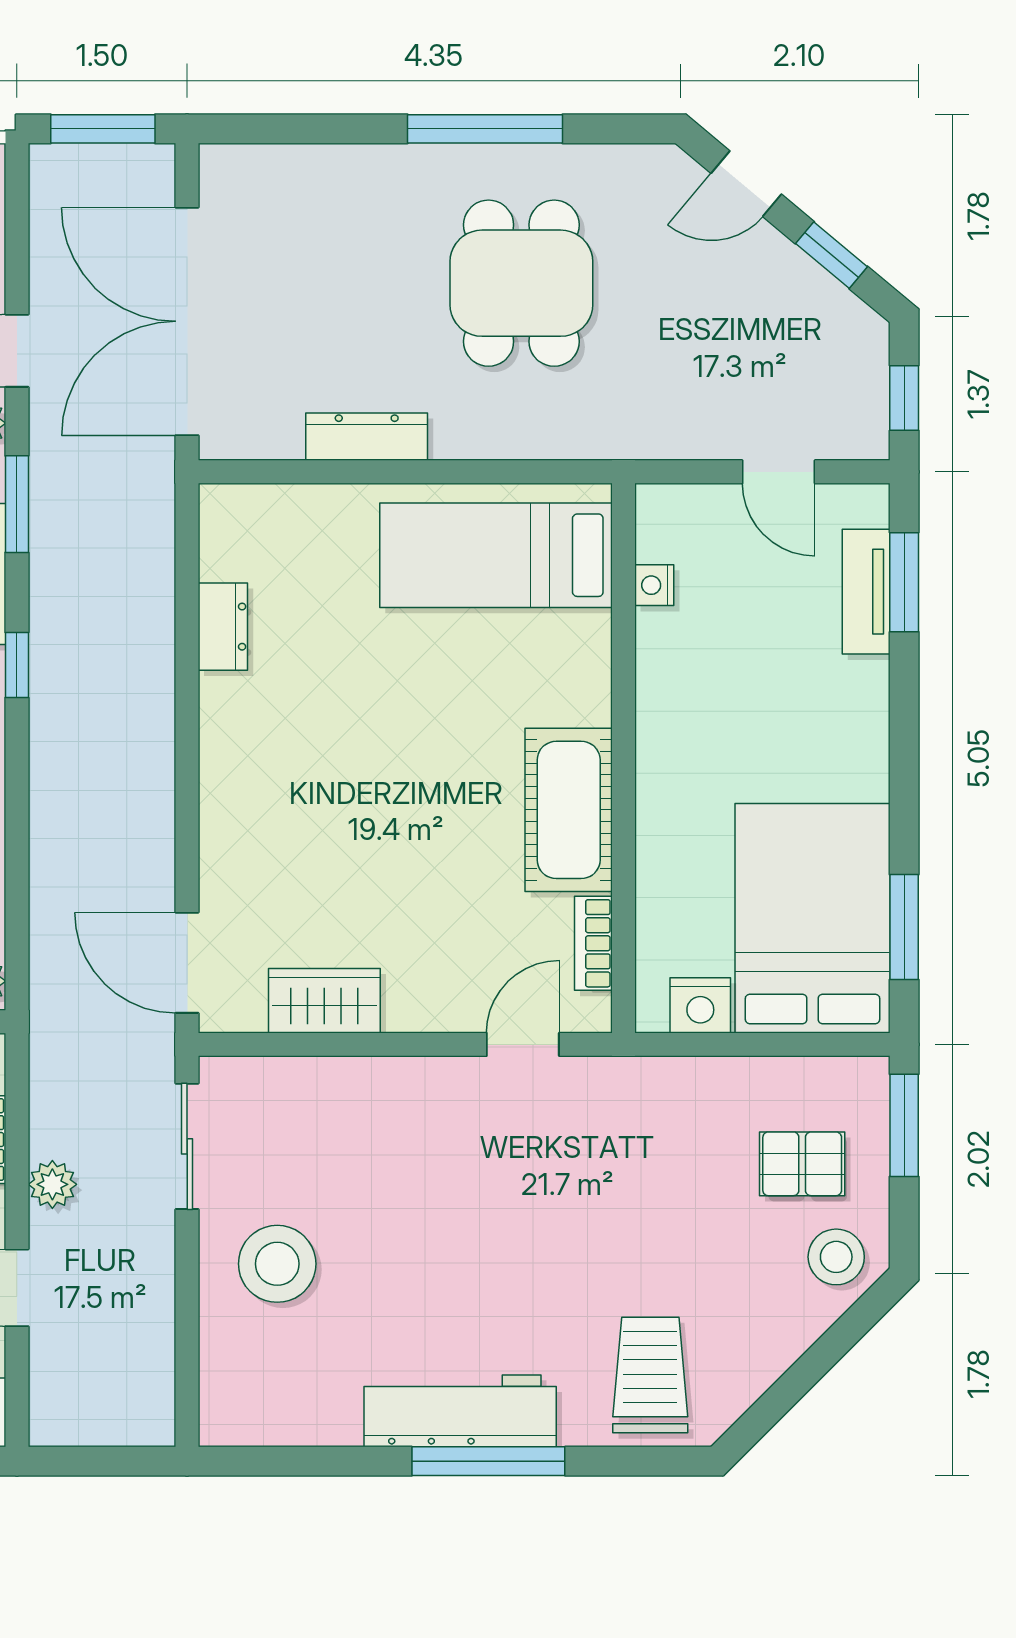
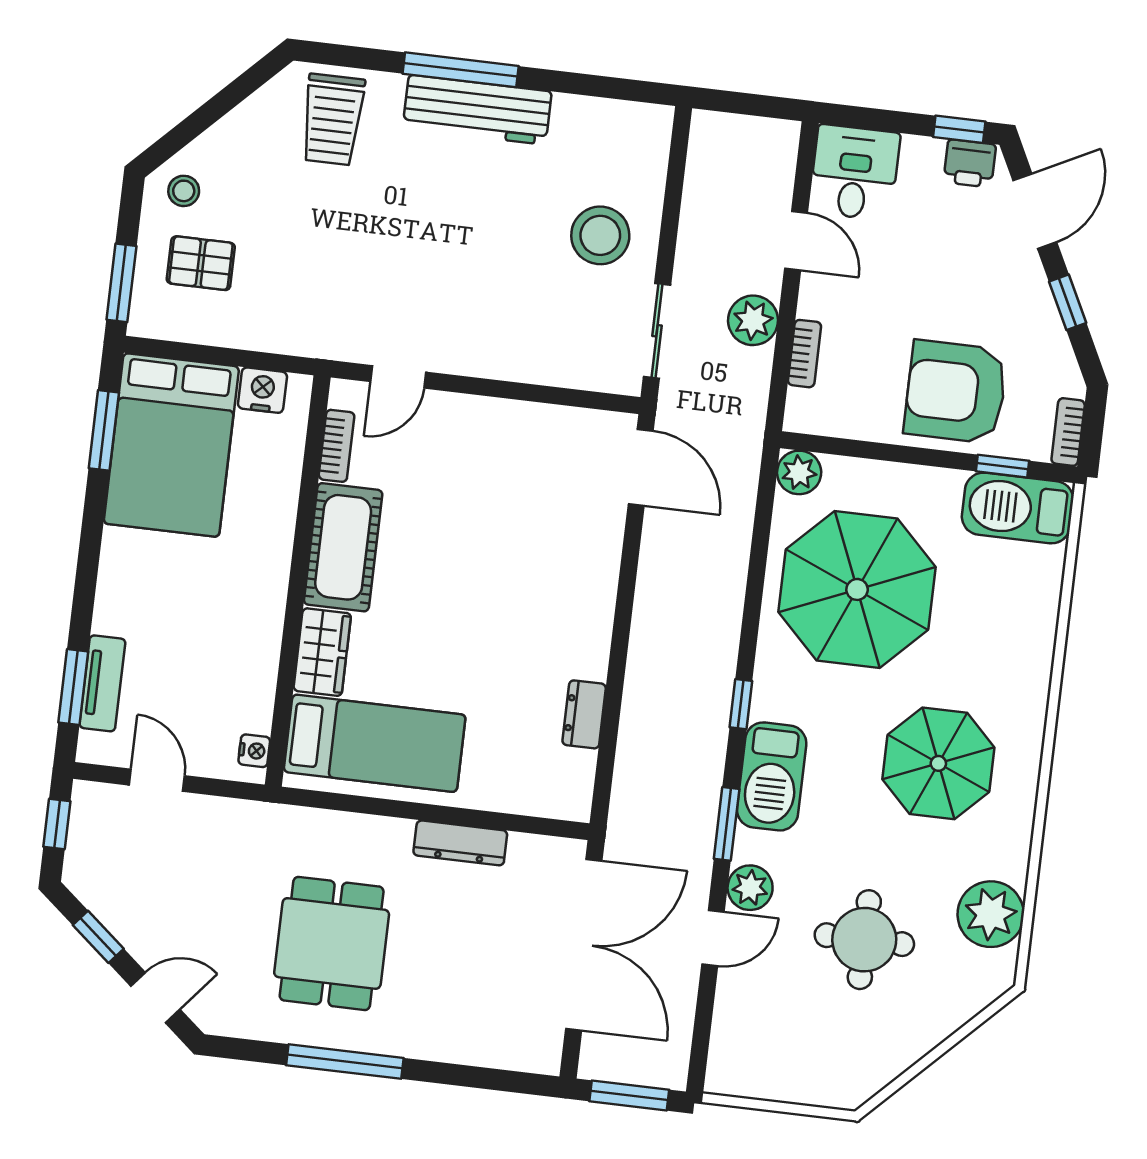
nightstand: (654, 585) -> (254, 751), moved
wardrobe: (324, 1001) -> (322, 652), moved, turned -90
plant: (52, 1184) -> (753, 320), width x1.38, depth x1.38
stool: (836, 1257) -> (184, 191), width x0.73, depth x0.73

